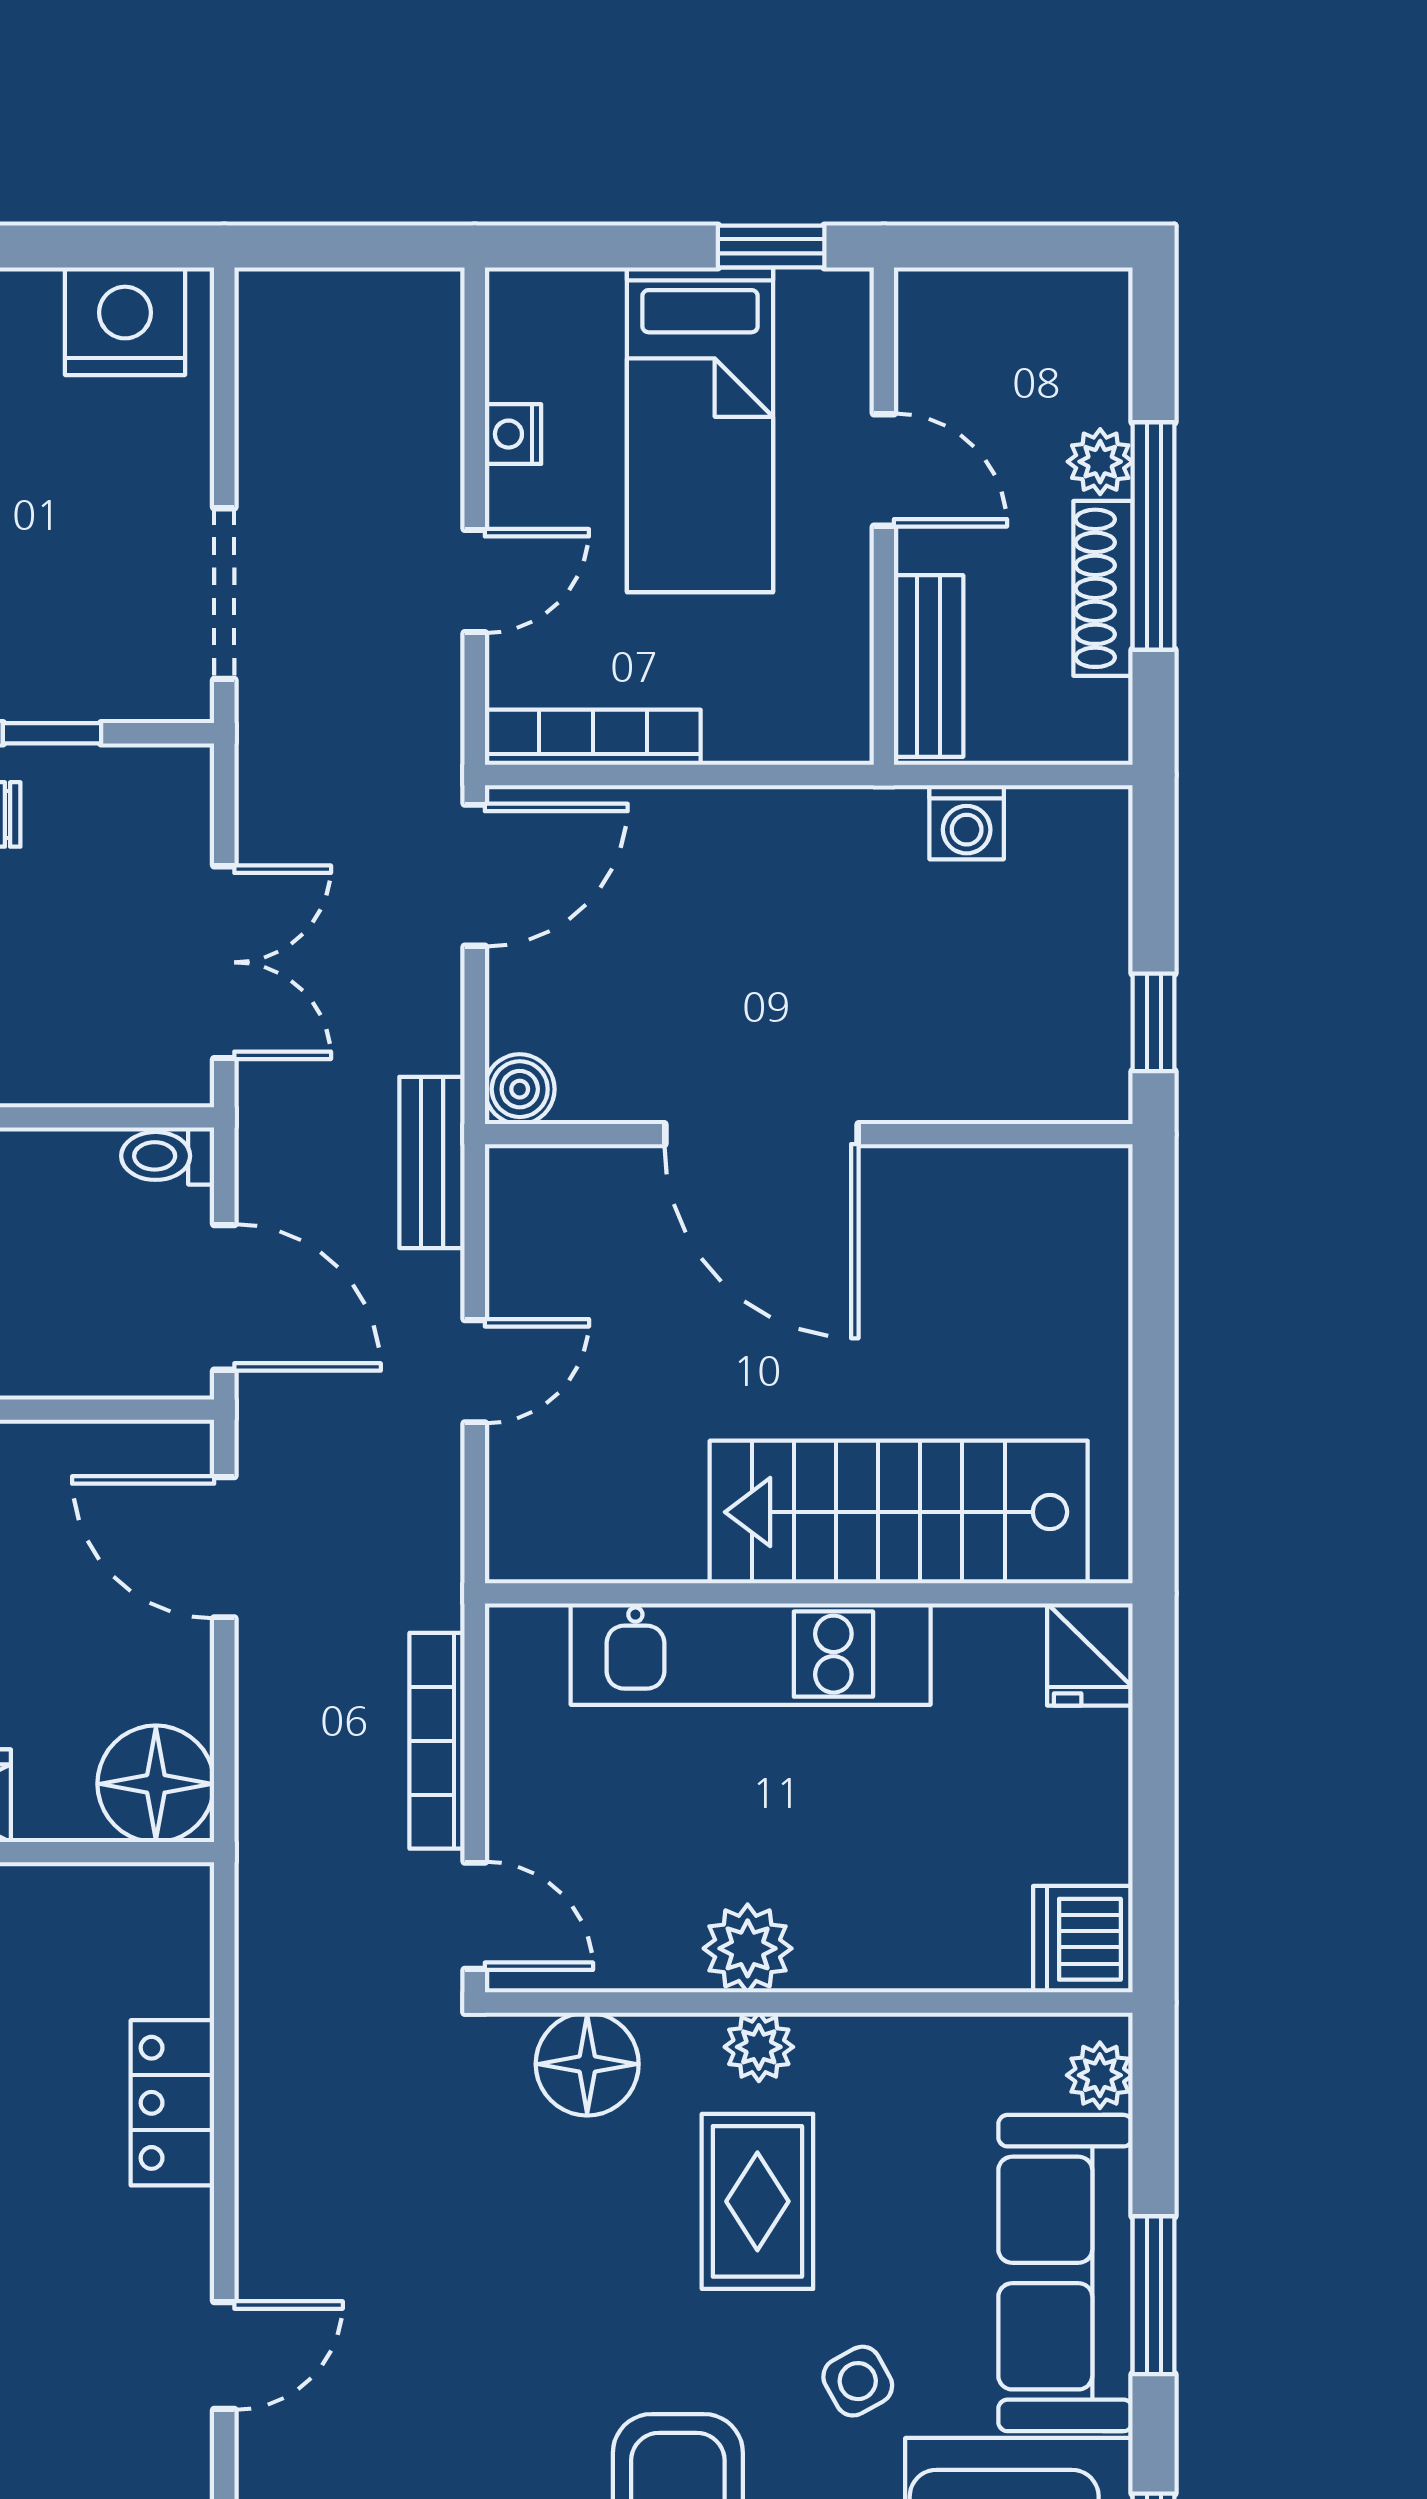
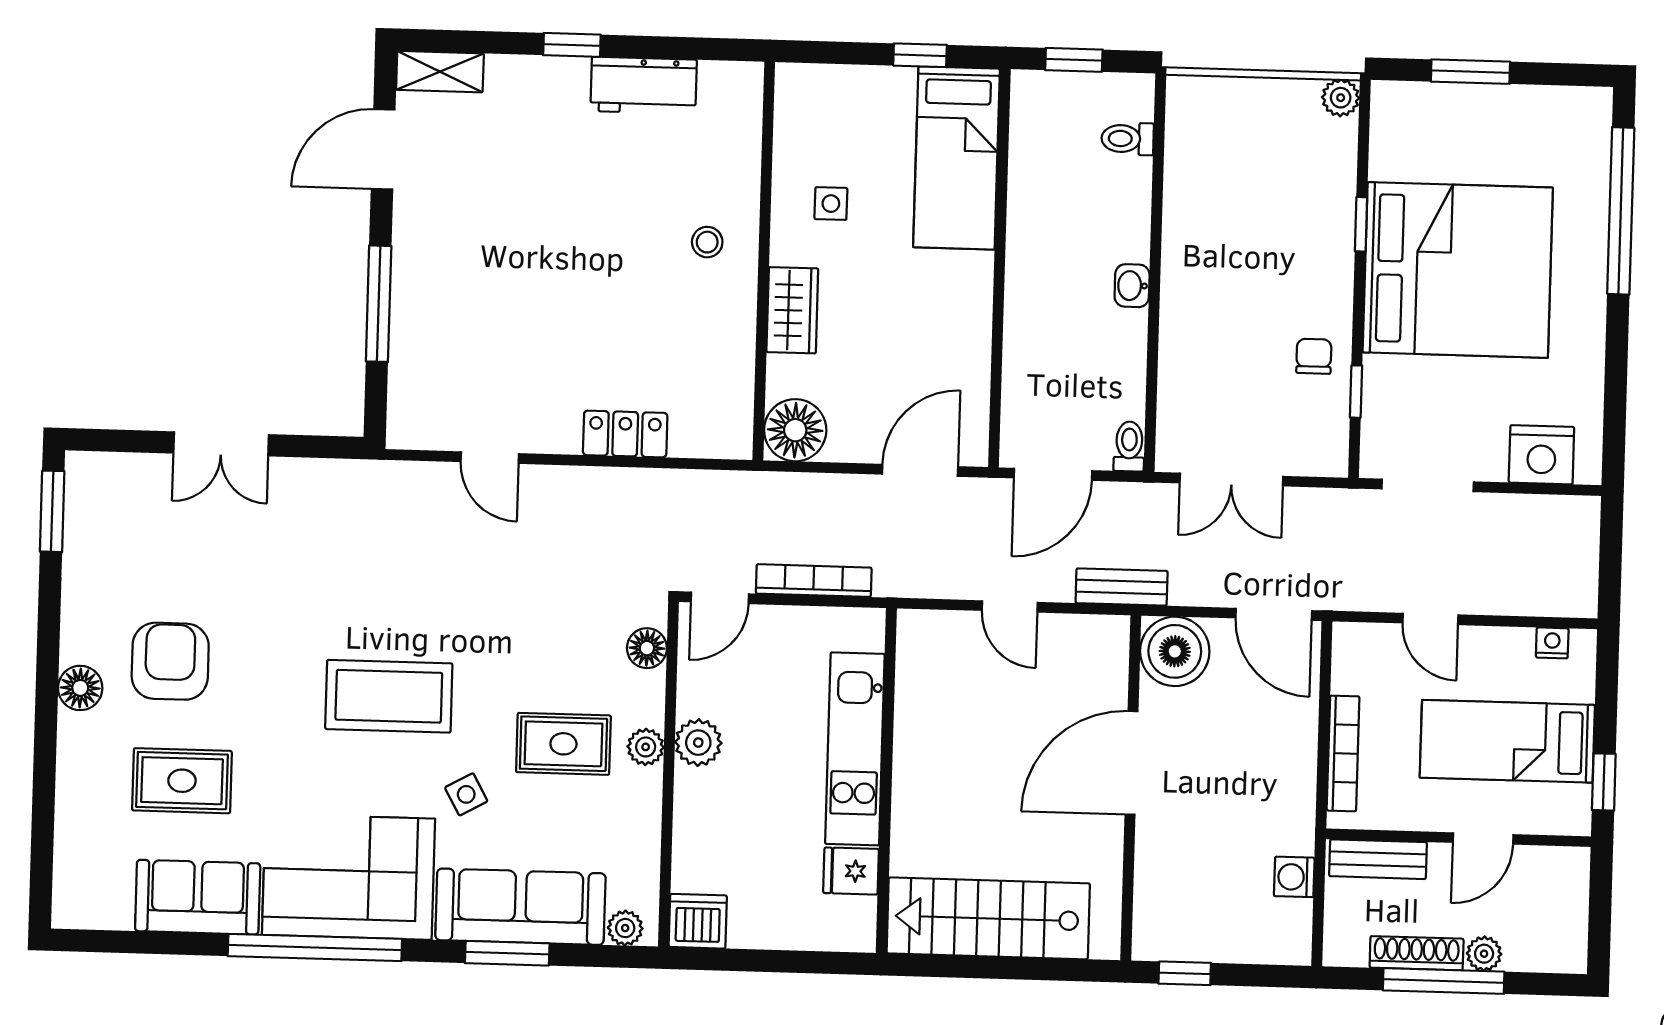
nightstand: (125, 321) -> (1541, 455), moved, turned 90
nightstand: (513, 434) -> (1552, 643), moved
bookcase: (593, 737) -> (1343, 753), moved
boiler: (520, 1089) -> (1175, 651), width x1.86, depth x1.86
stairs: (899, 1512) -> (988, 918), moved, turned -90
fridge: (1090, 1654) -> (851, 871), moved
floor lamp: (587, 2064) -> (647, 648), width x0.73, depth x0.73

